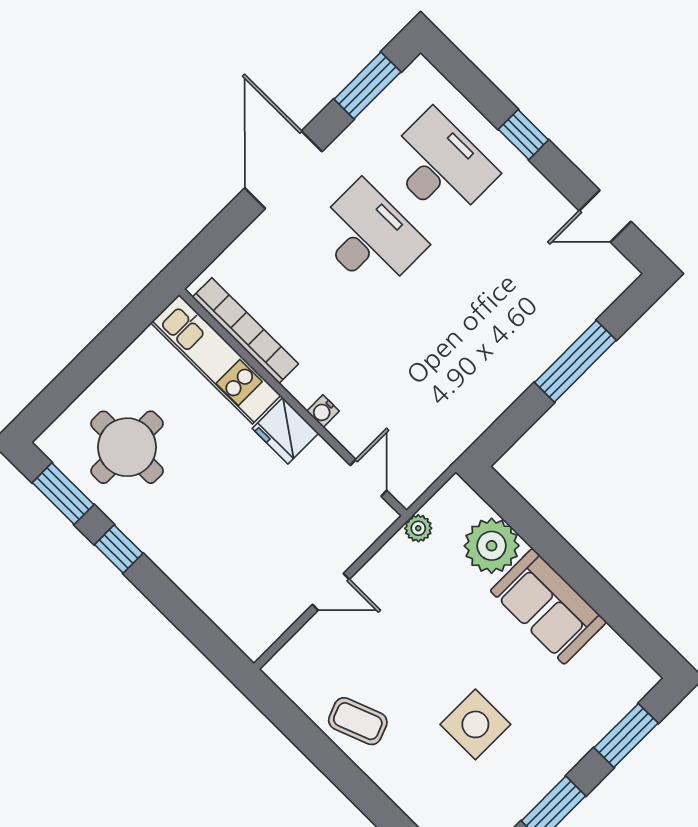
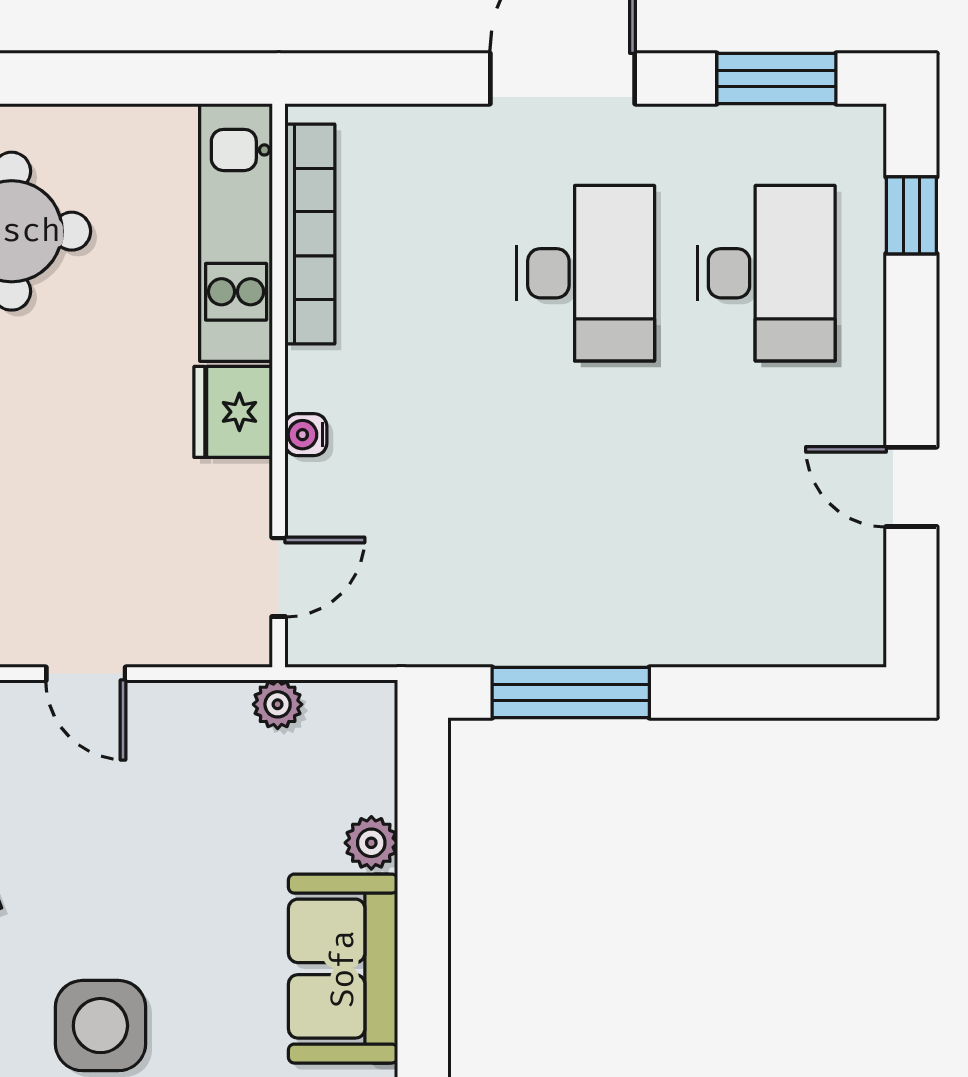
window: (523, 135) -> (911, 215), moved
door: (605, 216) -> (911, 487), moved
window: (575, 361) -> (571, 692), moved
plant: (492, 546) -> (371, 843), width x0.53, depth x0.53

